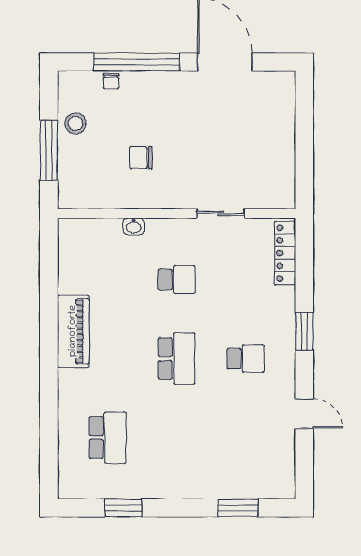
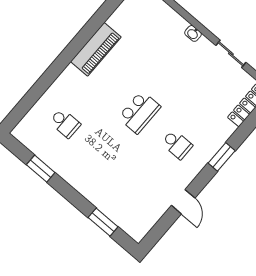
washbasin: (134, 226) -> (193, 33), moved
school desk: (177, 279) -> (176, 69), removed
school desk: (108, 438) -> (65, 123), width x0.54

